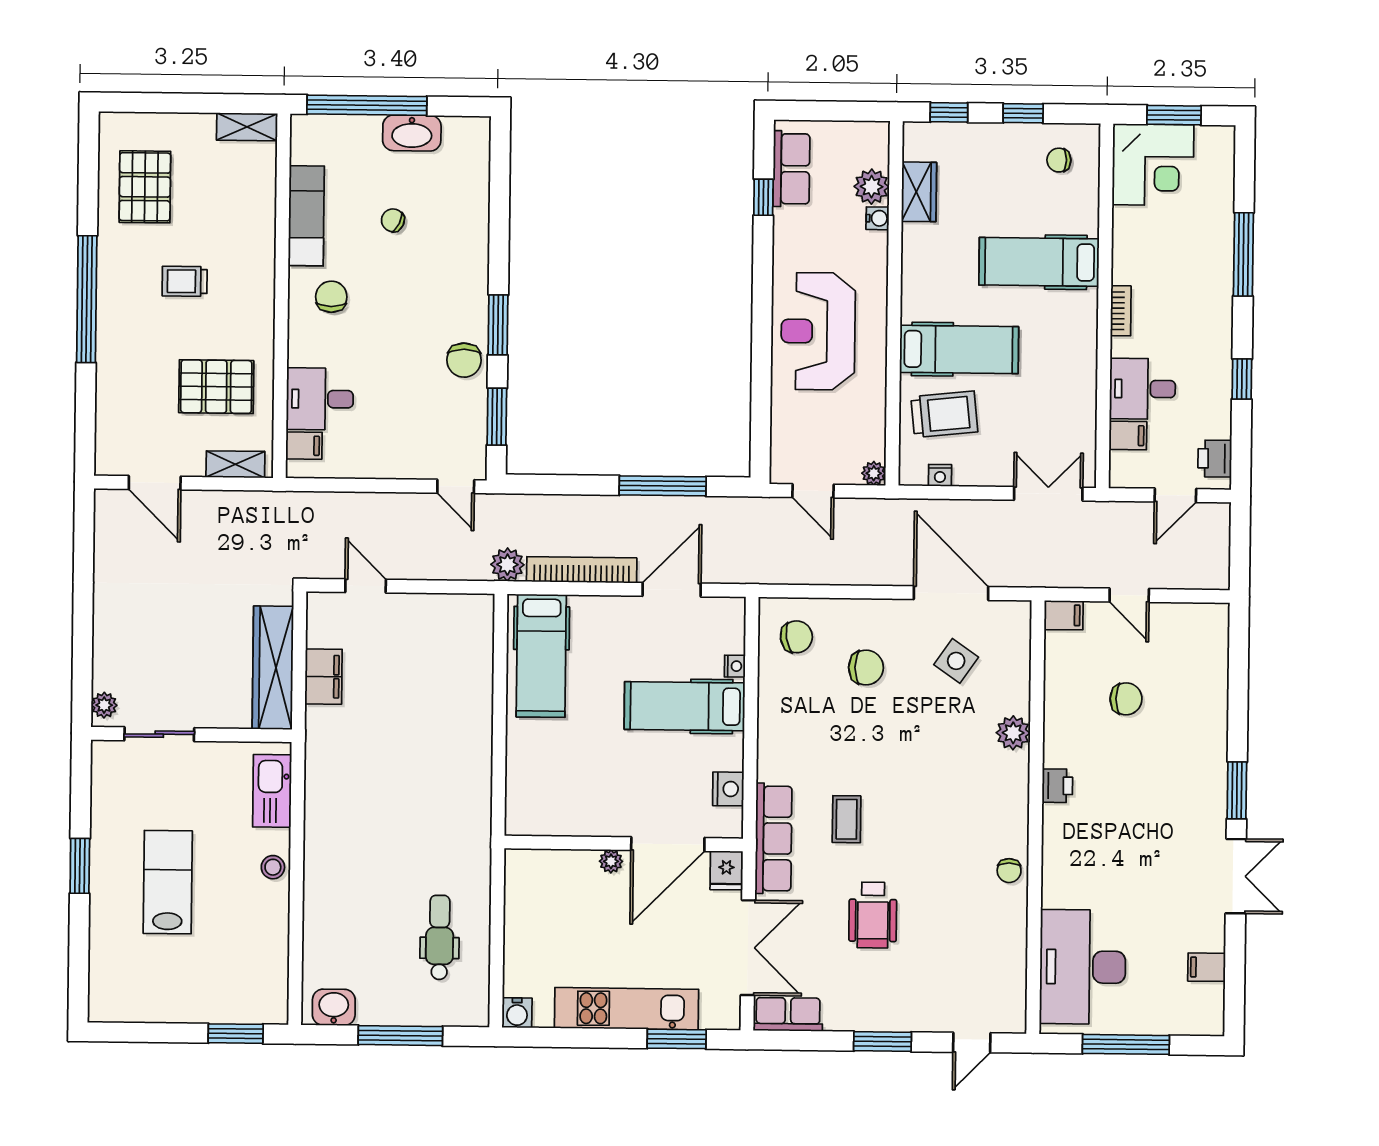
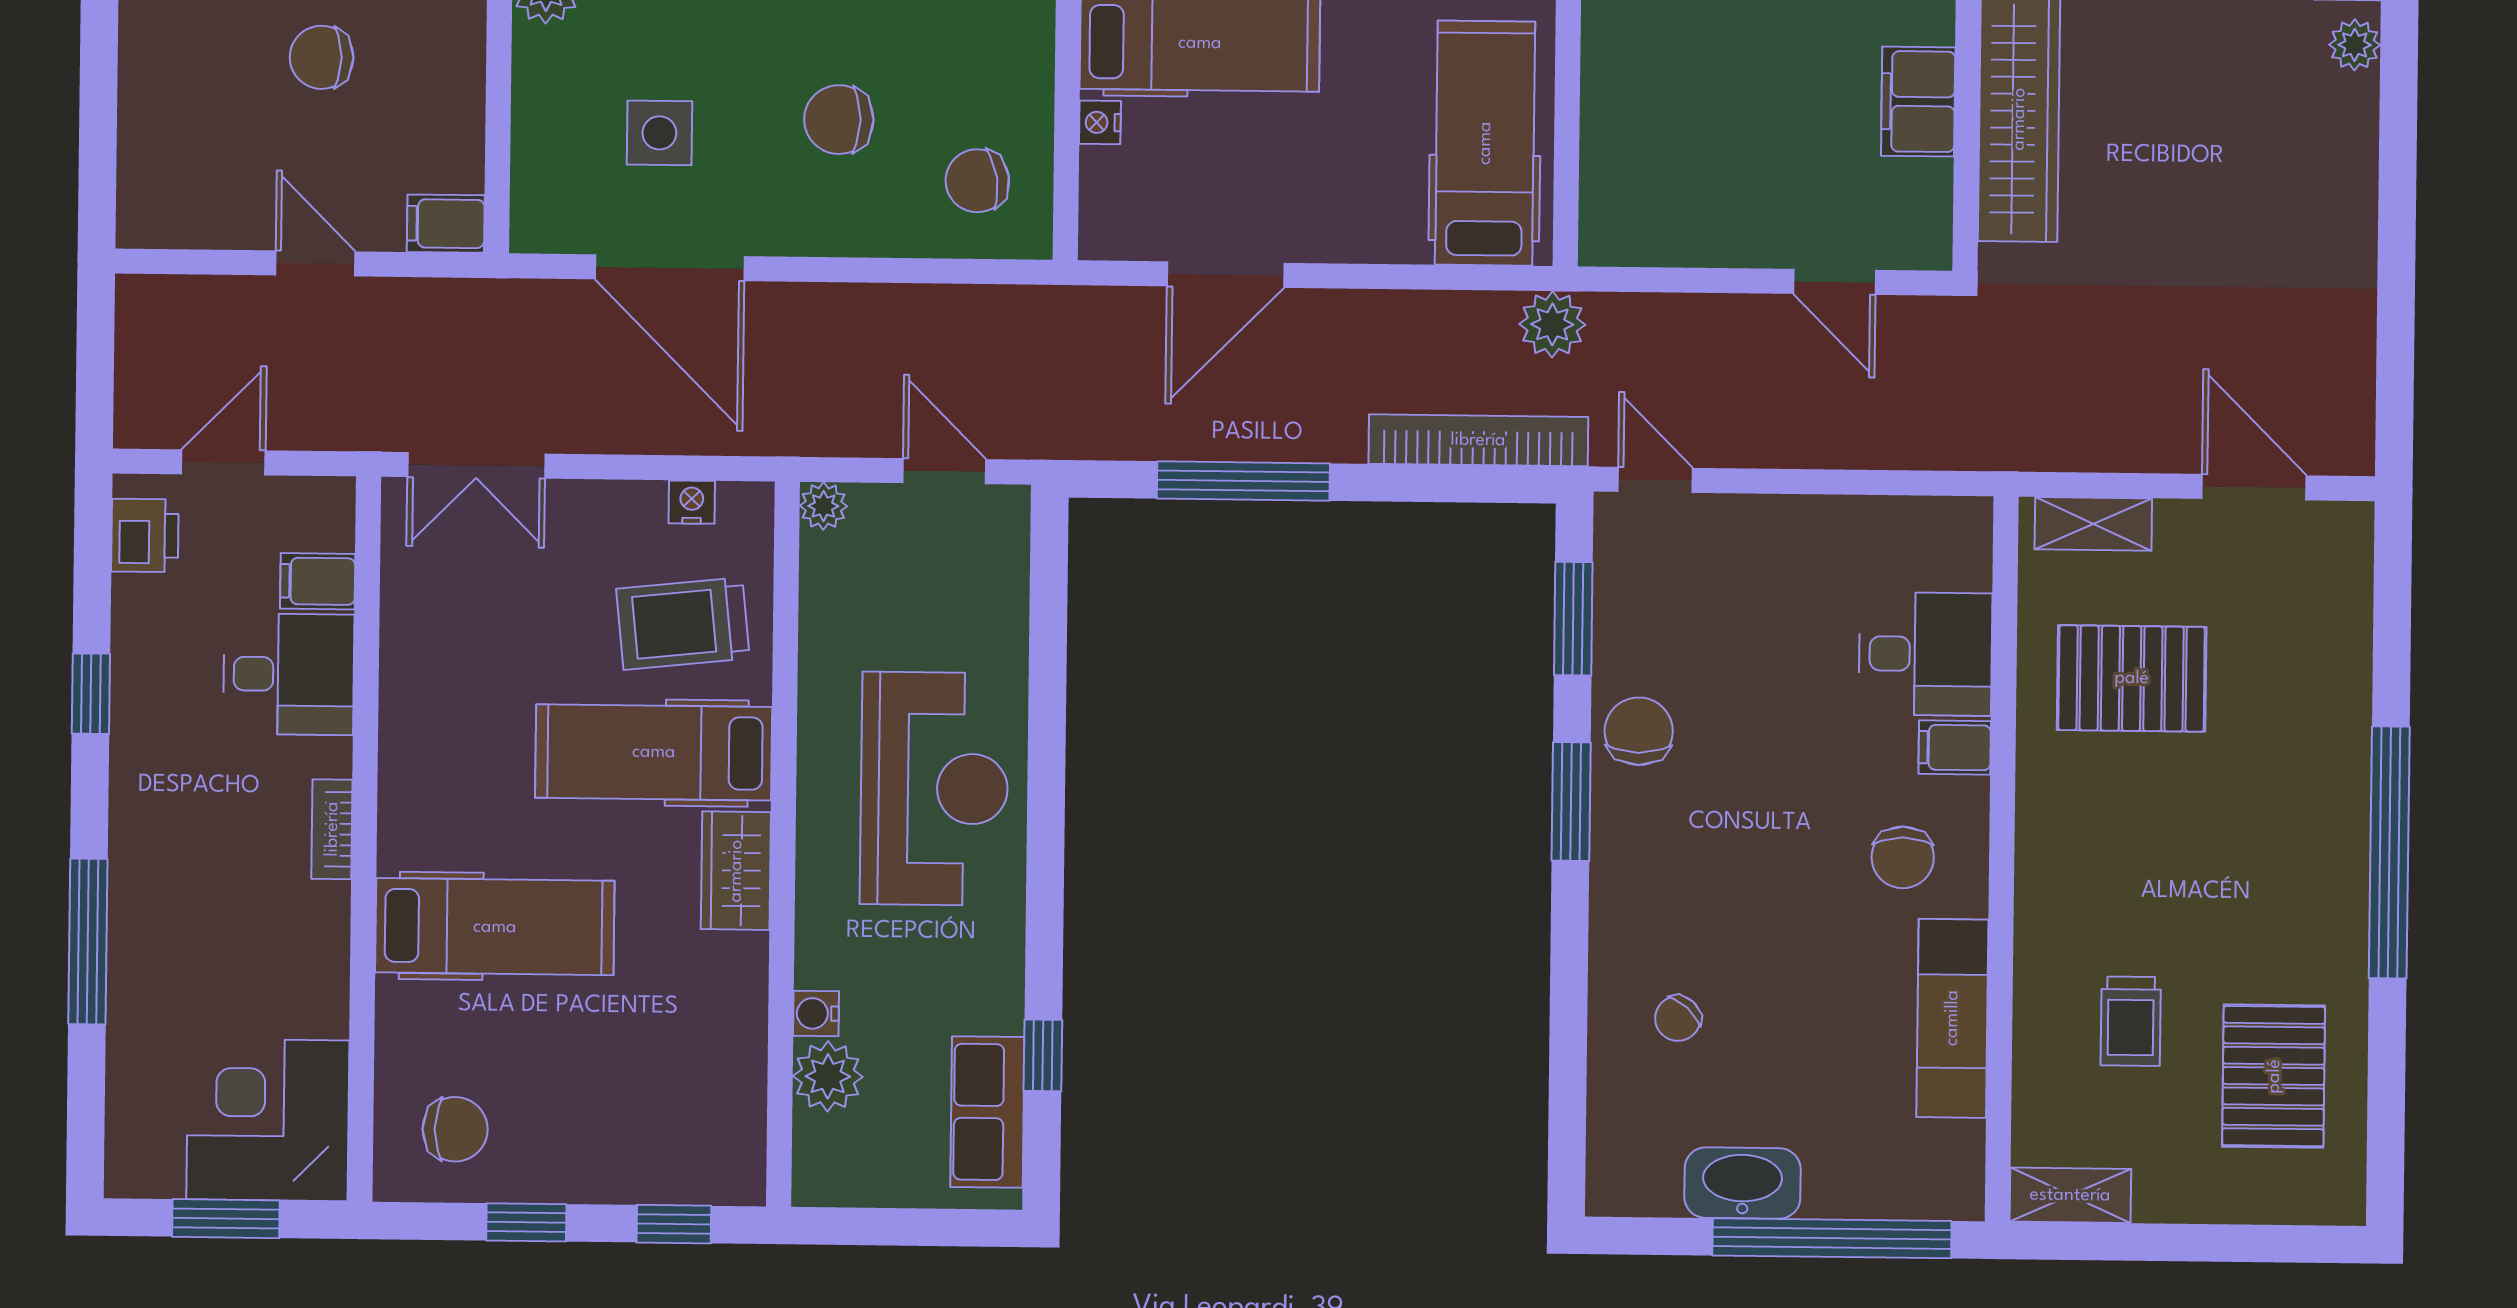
chair: (1059, 160) -> (455, 1129), width x1.37, depth x1.37
wardrobe: (919, 192) -> (736, 871), moved
chair: (393, 220) -> (1678, 1018), moved, turned 107
trolley: (185, 281) -> (2131, 1021), moved, turned 90
filing cabinet: (304, 446) -> (1955, 748), moved
bookcase: (582, 570) -> (1478, 440), moved, turned 180
side table: (956, 661) -> (659, 133), turned -35

